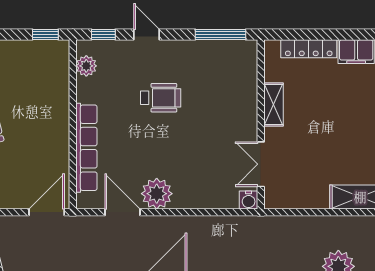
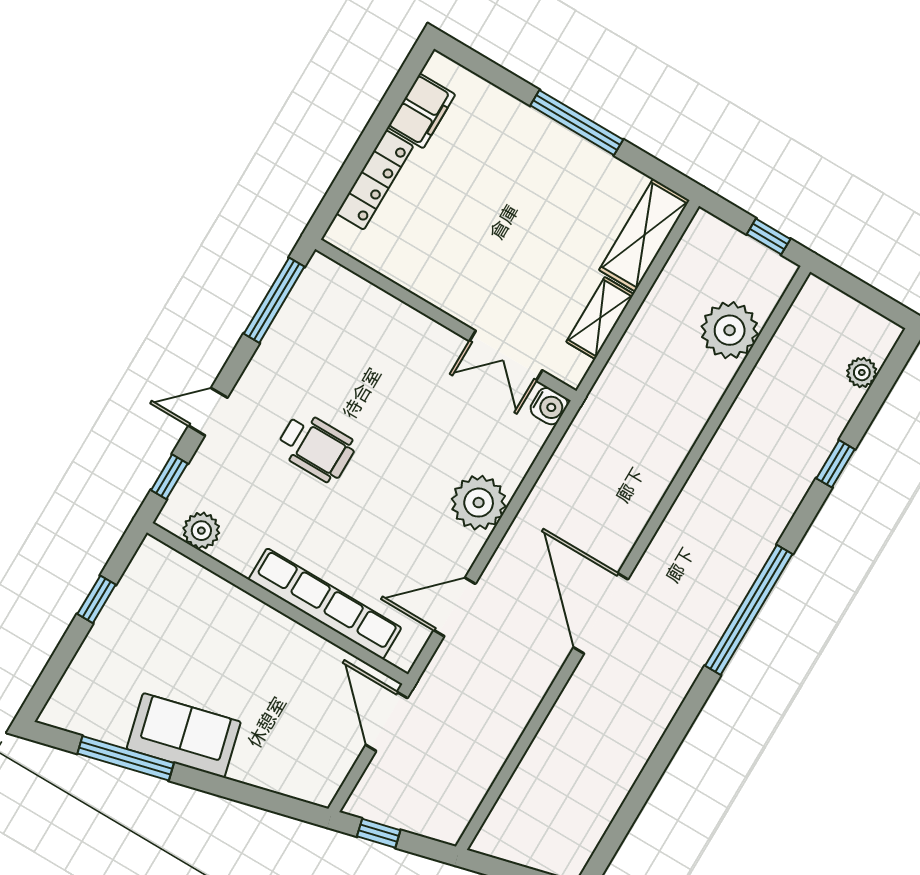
window: (45, 34) -> (97, 599), moved
wheelchair: (161, 98) -> (316, 447), turned 90
shelving: (274, 105) -> (600, 318), moved, turned 90
plant: (157, 194) -> (479, 503), moved

